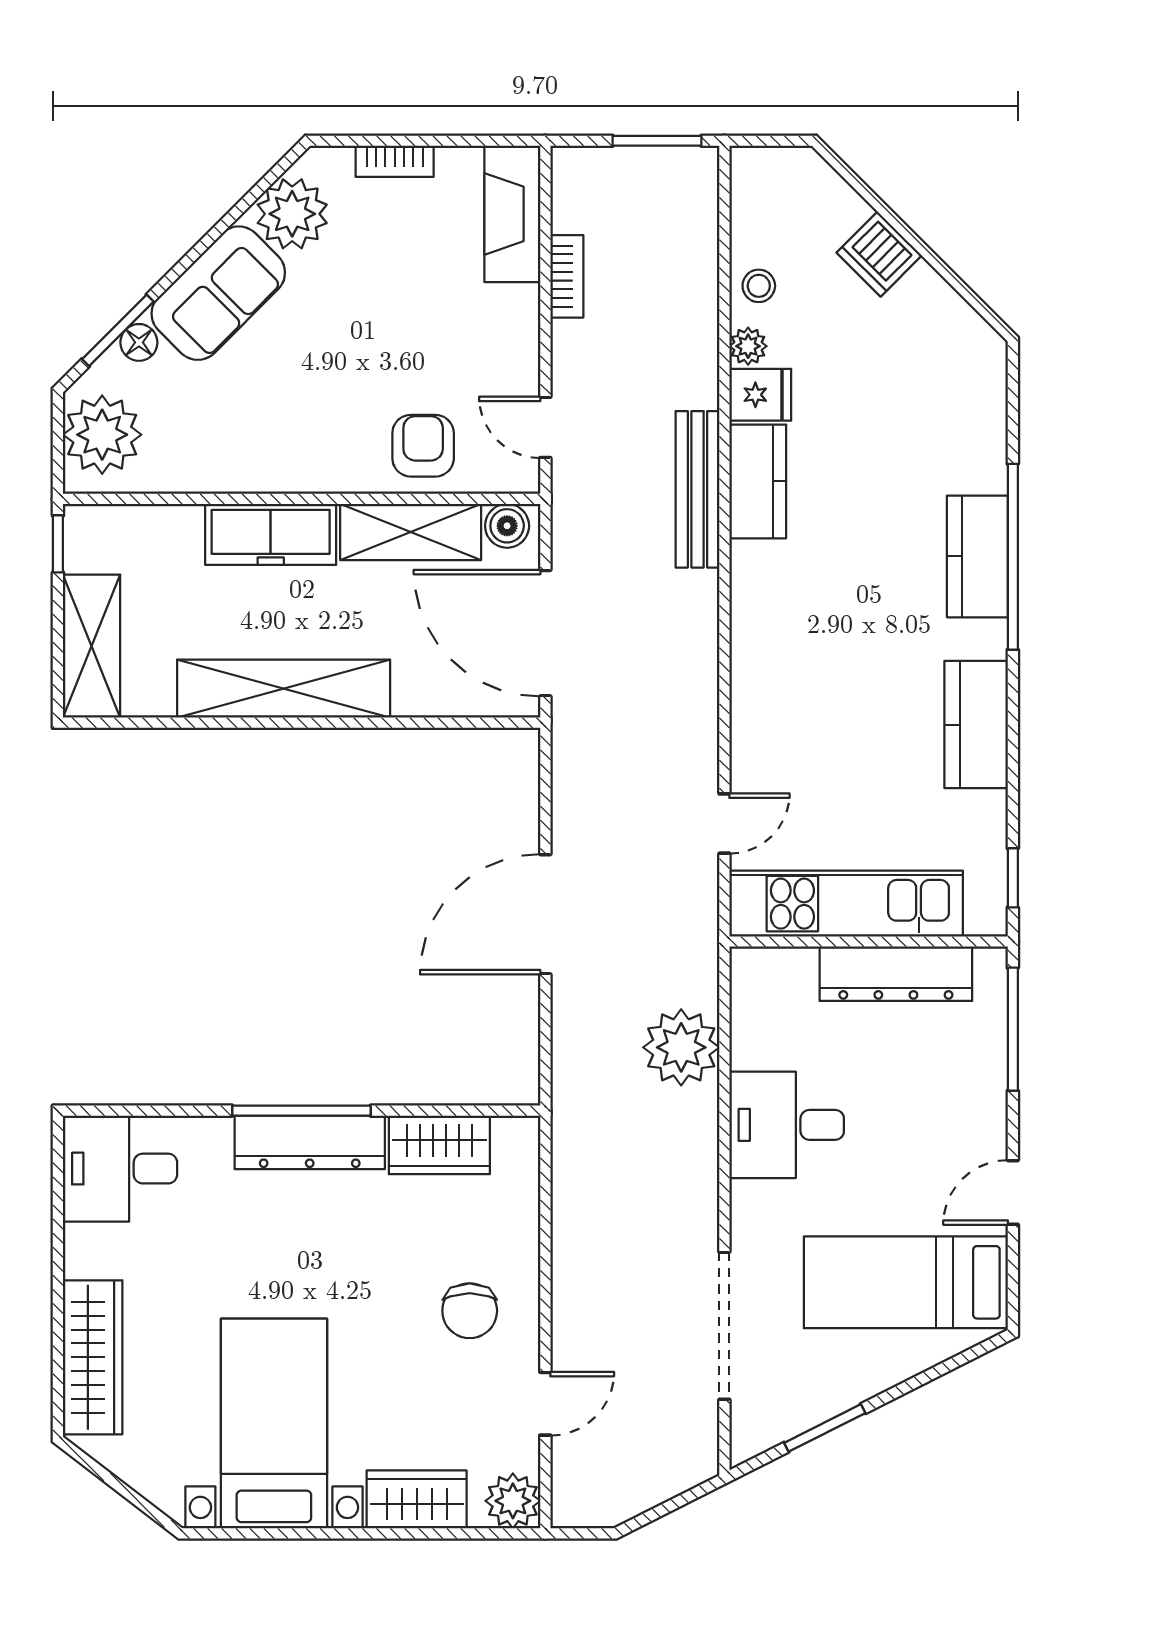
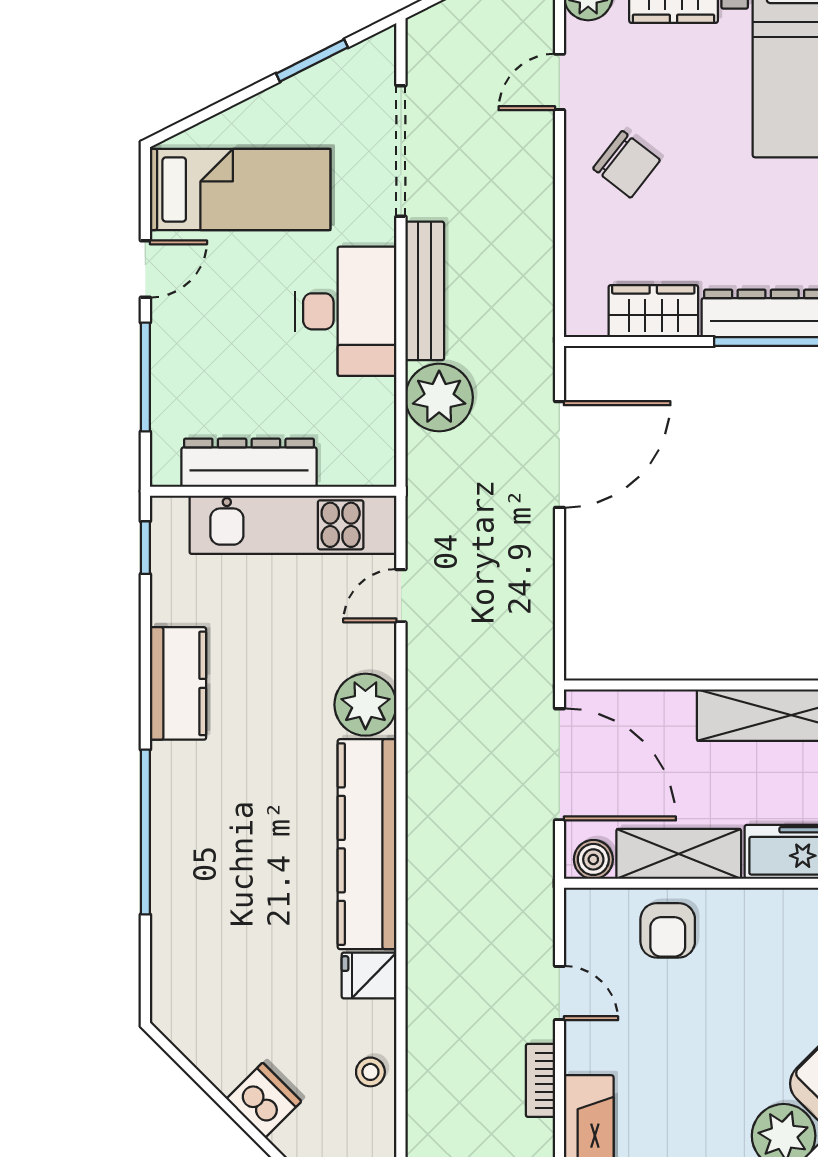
plant: (748, 346) -> (365, 705), moved, width x1.88, depth x1.88
door: (545, 427) -> (559, 993), moved
kitchen counter: (758, 481) -> (367, 844), width x2.08, depth x1.17
bench: (698, 489) -> (425, 291), moved
kitchen counter: (977, 556) -> (177, 832), removed
door: (545, 914) -> (559, 454), moved
window: (1013, 1029) -> (145, 377), moved
desk: (787, 1125) -> (346, 311), width x1.37
chair: (470, 1311) -> (626, 164), turned 128

